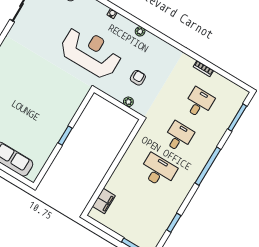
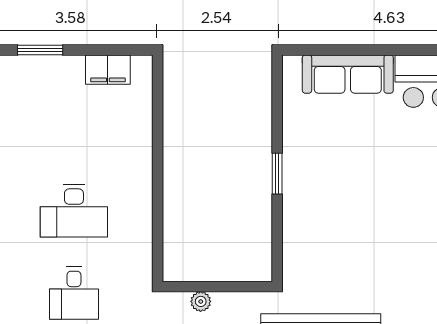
filing cabinet: (104, 201) -> (108, 70), moved, turned -90

